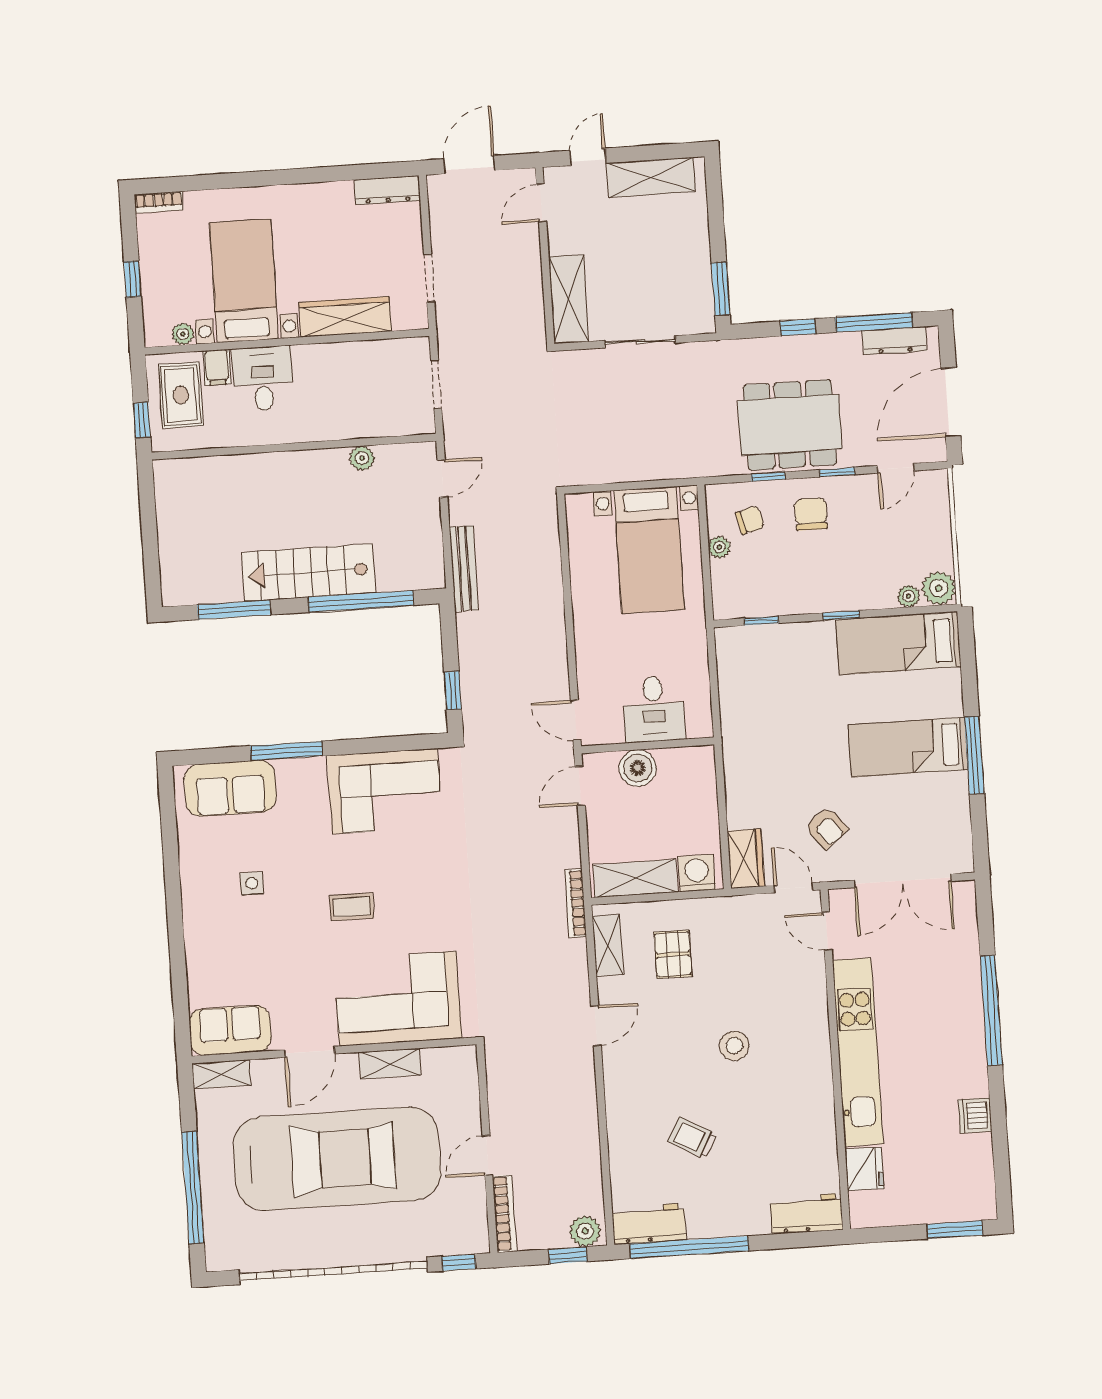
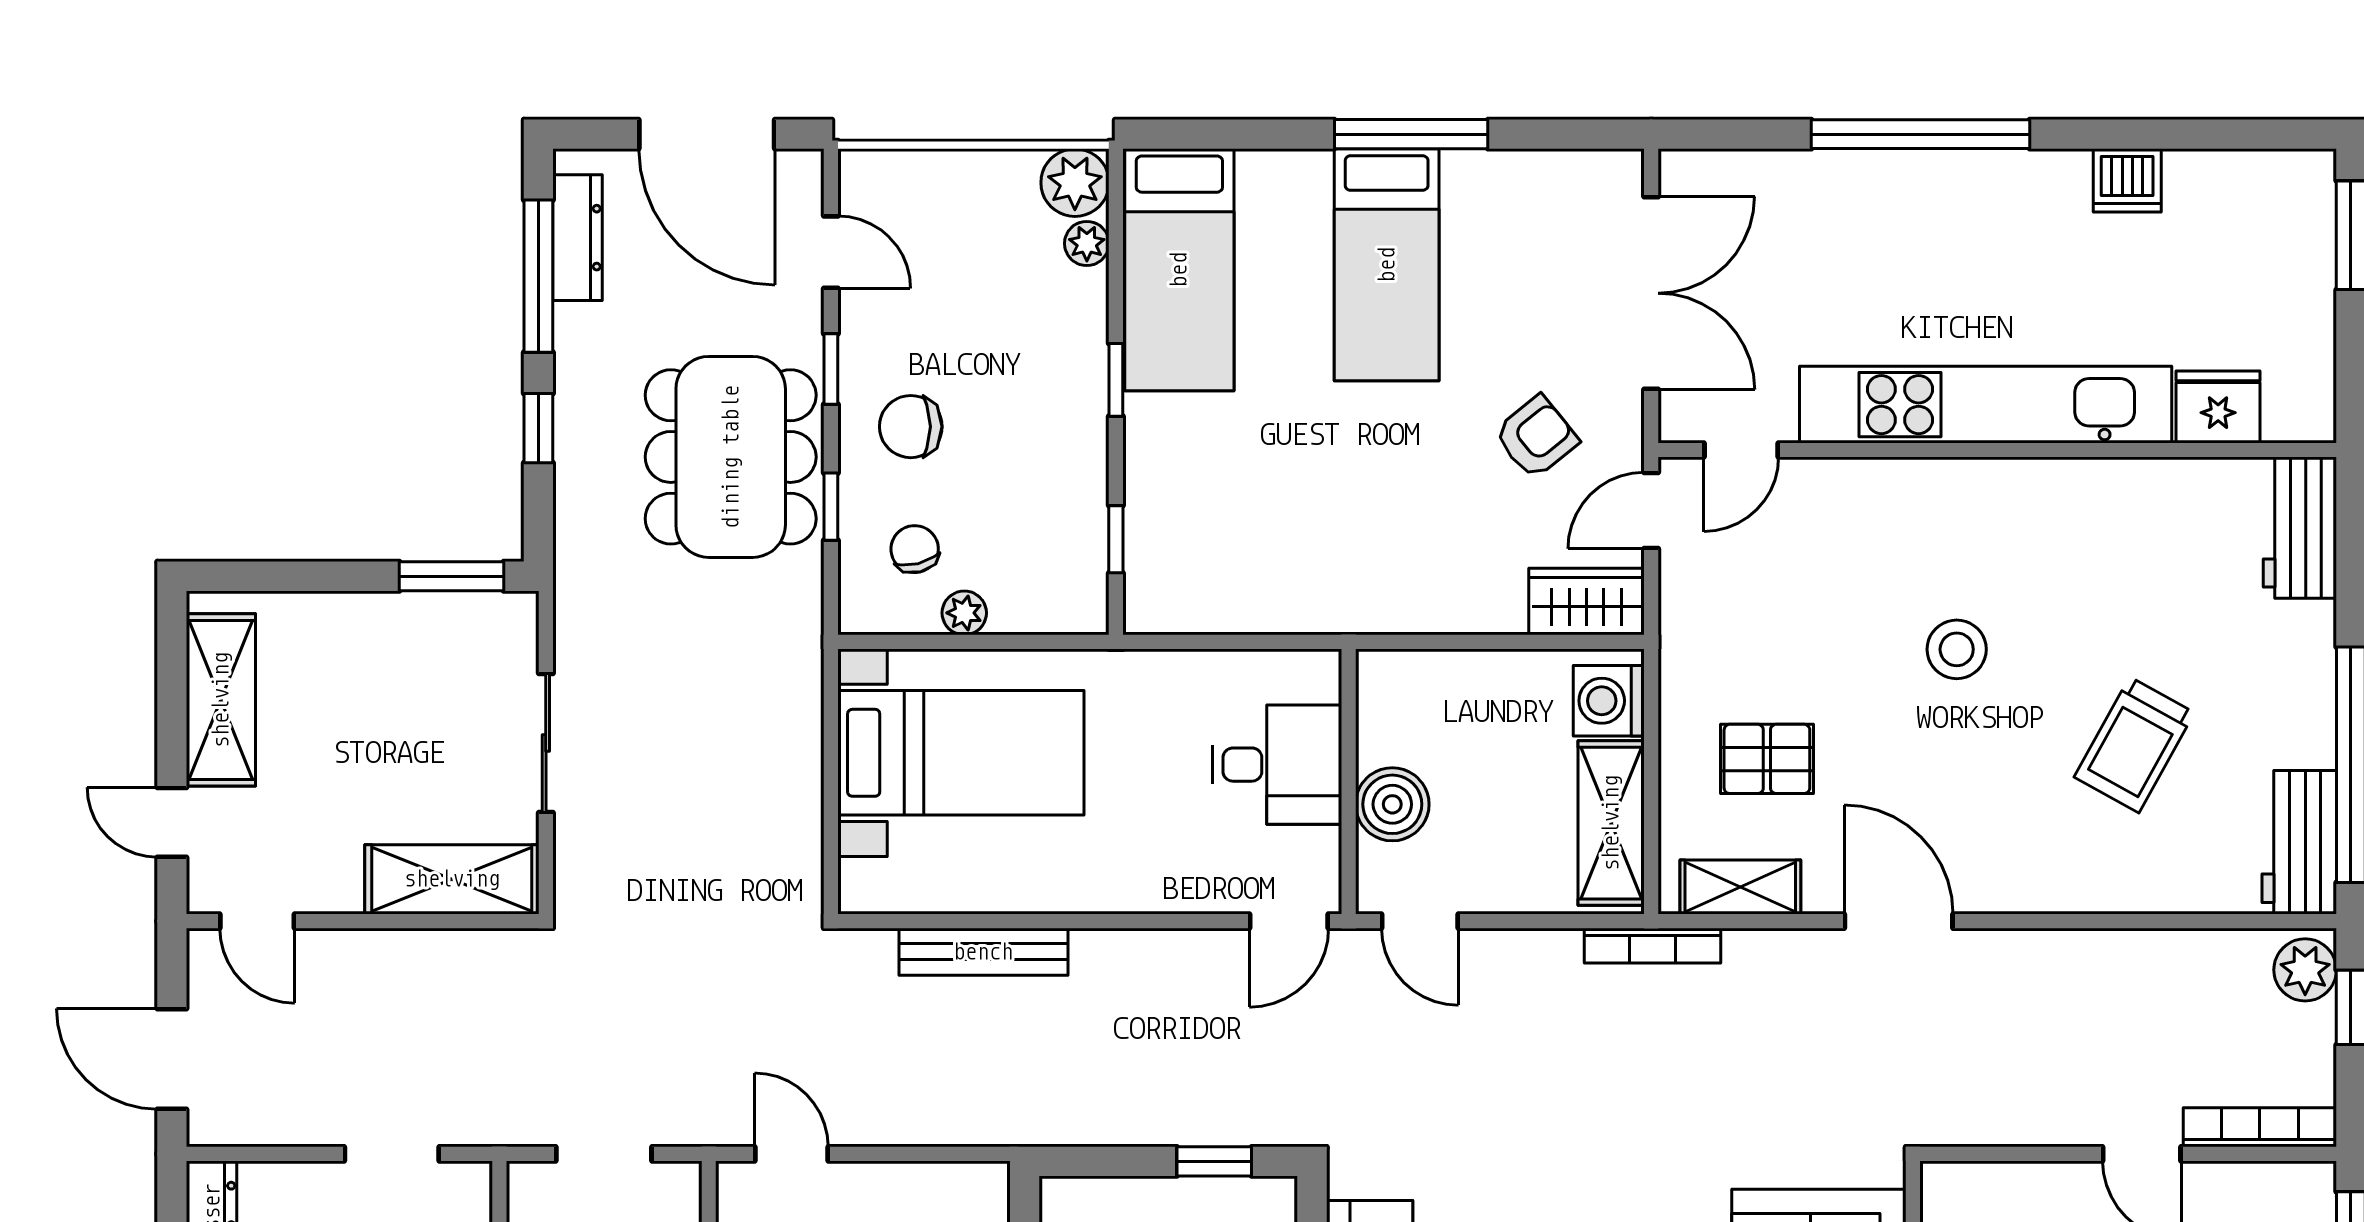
bench: (464, 569) -> (983, 952), moved
door: (596, 1026) -> (1899, 921), width x1.38
trolley: (692, 1138) -> (2134, 745), width x1.36, depth x1.39

